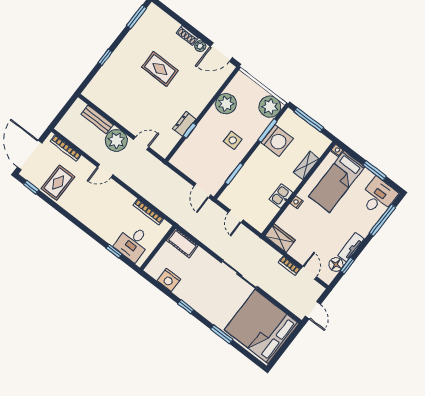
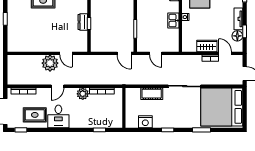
bench: (97, 119) -> (29, 59), removed
side table: (233, 140) -> (119, 10), removed
door: (141, 143) -> (66, 53), swing flipped
rug: (58, 183) -> (35, 115), turned 90
plant: (126, 199) -> (83, 94), added
wardrobe: (280, 238) -> (207, 46), moved
desk: (133, 243) -> (58, 116), moved
cot: (182, 243) -> (152, 94), moved

